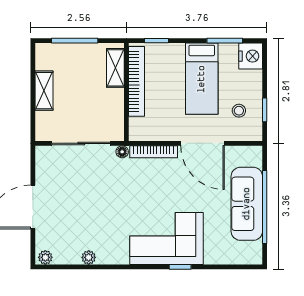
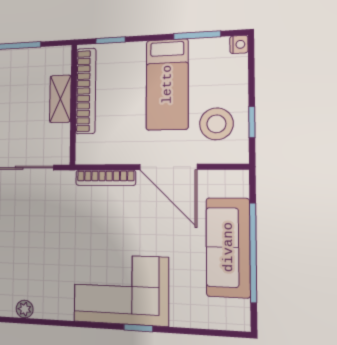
nightstand: (251, 56) -> (239, 44), width x0.53, depth x0.56
shelving: (115, 68) -> (60, 99), moved
stool: (239, 111) -> (216, 124), width x1.89, depth x1.89
floor lamp: (122, 152) -> (67, 178), removed

